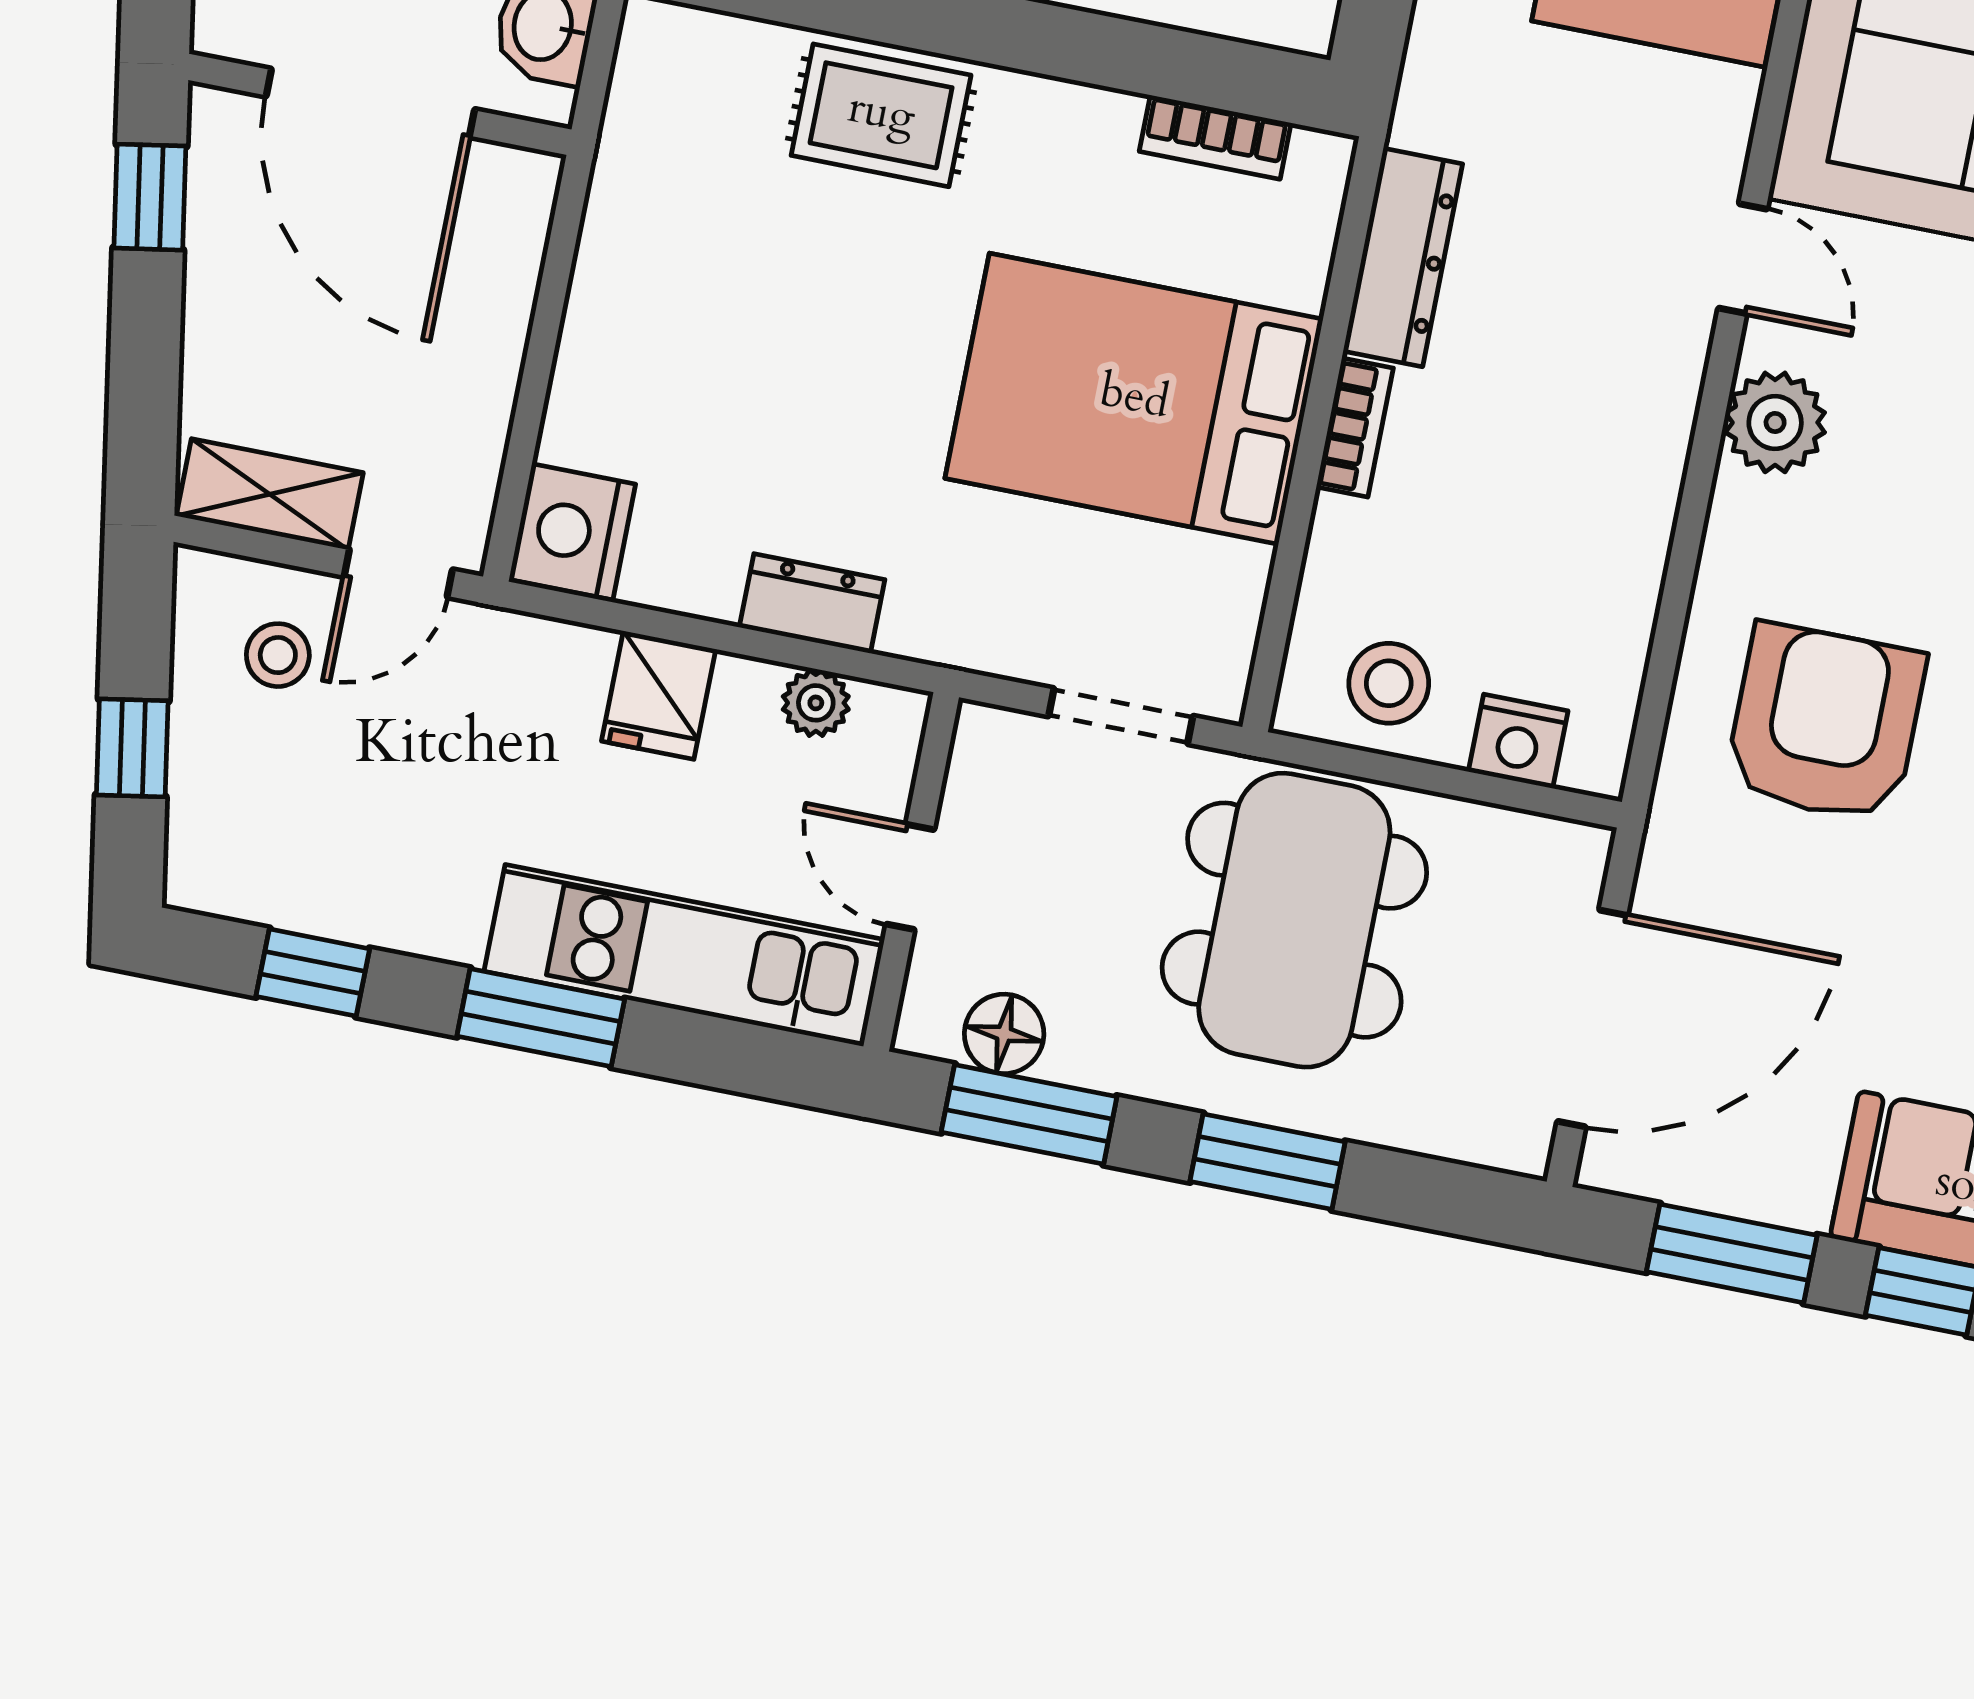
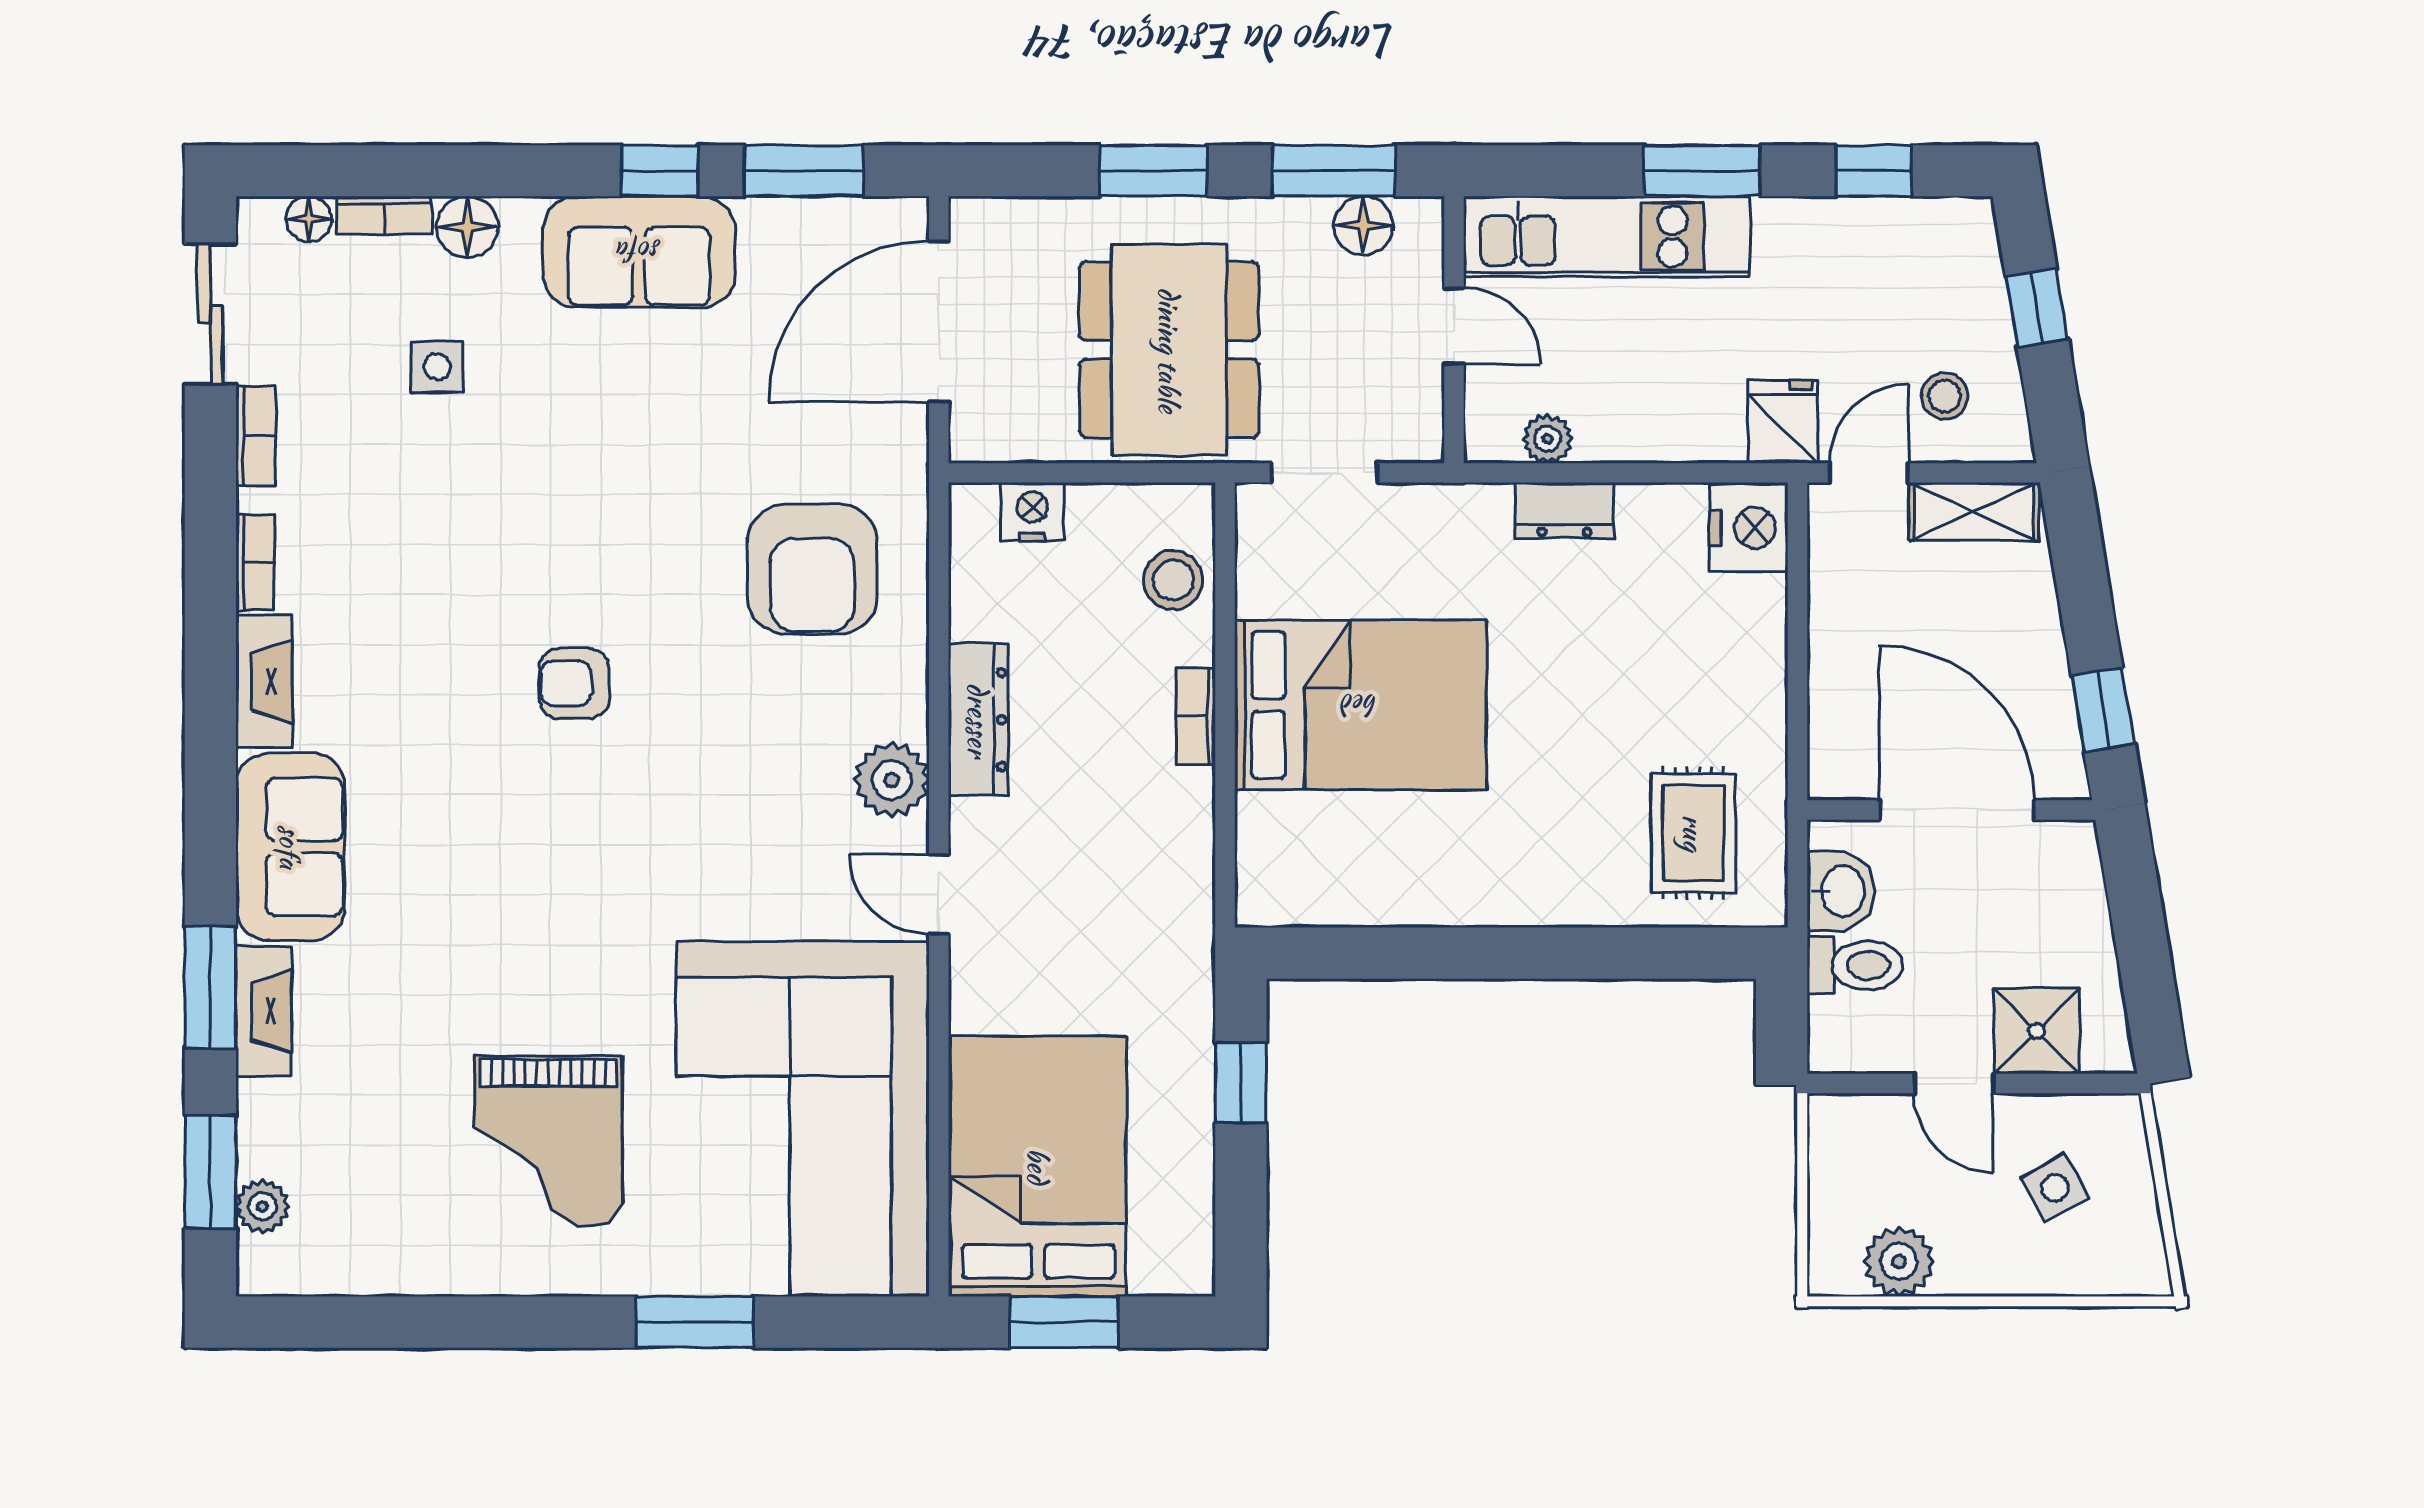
rug: (881, 115) -> (1693, 833), moved, turned 90
bookcase: (1215, 137) -> (1339, 906), removed
dresser: (1403, 258) -> (978, 720), moved, turned 180
stool: (1389, 683) -> (1173, 580), moved
fridge: (659, 695) -> (1783, 422), moved

